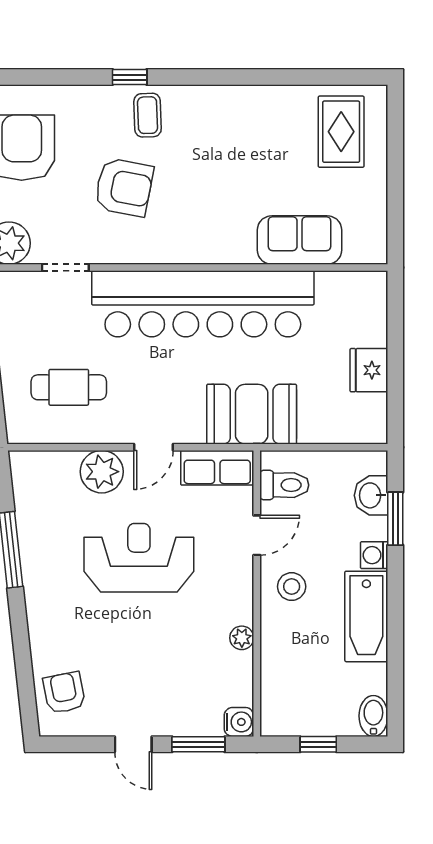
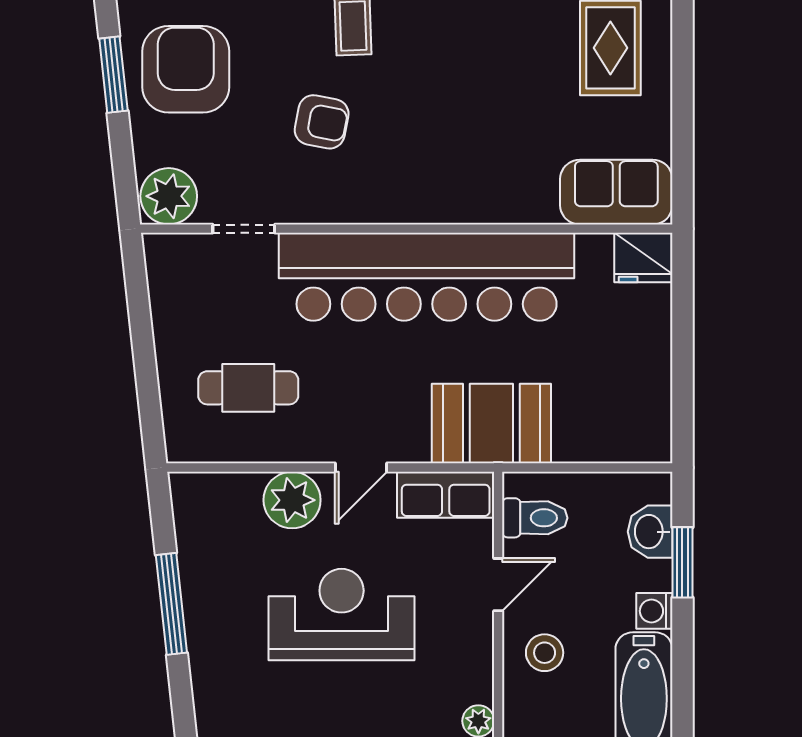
armchair: (124, 187) -> (322, 122), width x0.72, depth x0.72
sofa: (300, 240) -> (616, 192), moved
fridge: (369, 370) -> (643, 258), moved, turned -90

